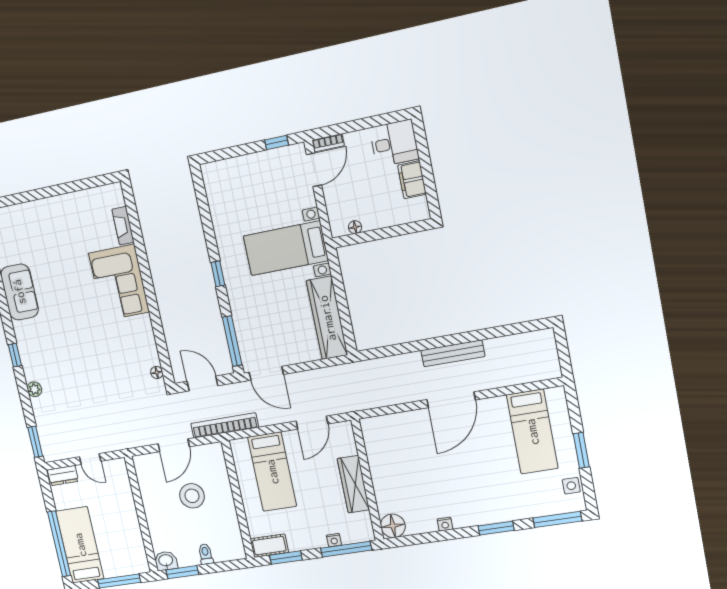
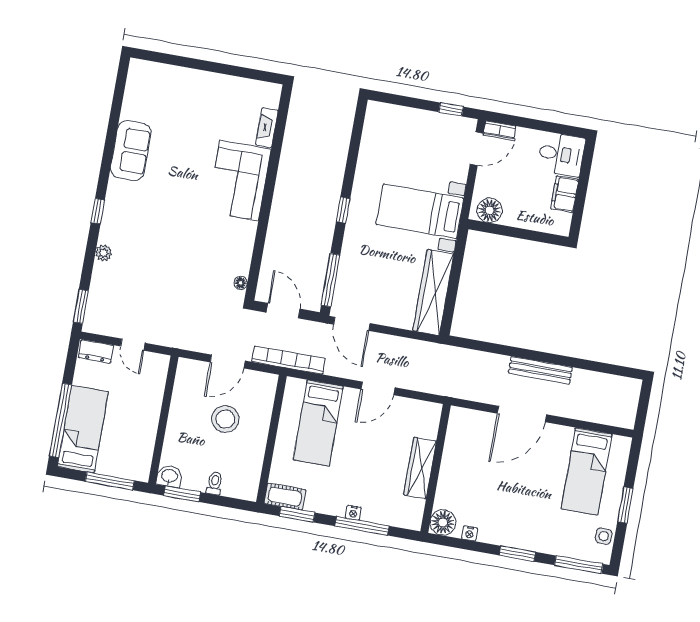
floor lamp: (355, 227) -> (490, 210), width x1.89, depth x1.89
wall: (367, 480) -> (436, 468), moved
wardrobe: (353, 484) -> (420, 468), moved
floor lamp: (393, 526) -> (443, 522), moved

